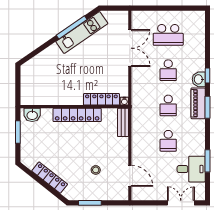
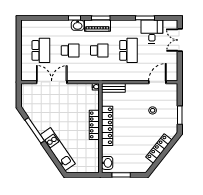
kitchen unit: (82, 33) -> (58, 149), moved
locker: (101, 99) -> (94, 125), moved
school desk: (168, 141) -> (128, 50), width x1.85

